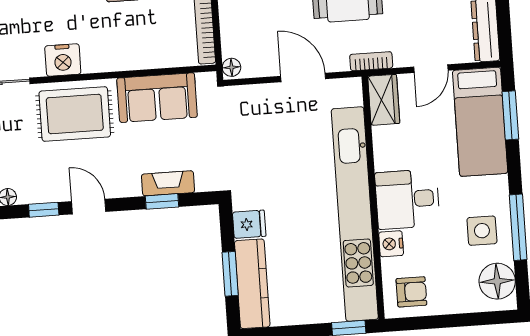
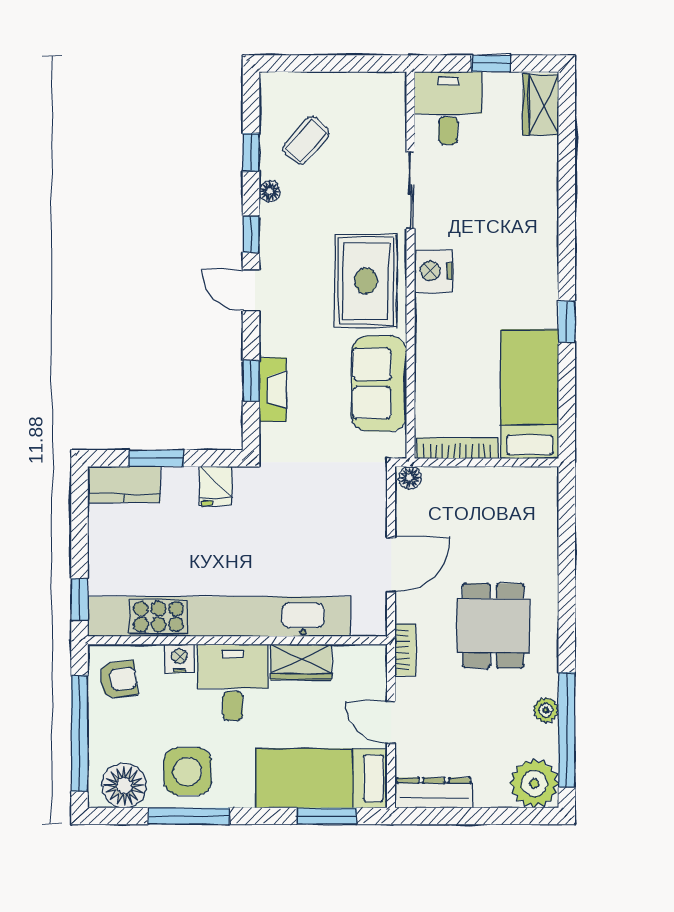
wardrobe: (384, 100) -> (301, 662), moved
door: (89, 207) -> (251, 290), swing flipped
side table: (482, 231) -> (188, 771), width x1.37, depth x1.37
kitchen counter: (252, 284) -> (124, 484), width x0.67
armchair: (411, 292) -> (118, 679), turned -97
window: (458, 320) -> (80, 734), added

